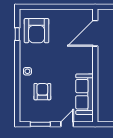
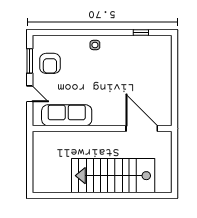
armchair: (37, 31) -> (145, 56), removed
armchair: (42, 92) -> (50, 63), moved, turned 90

